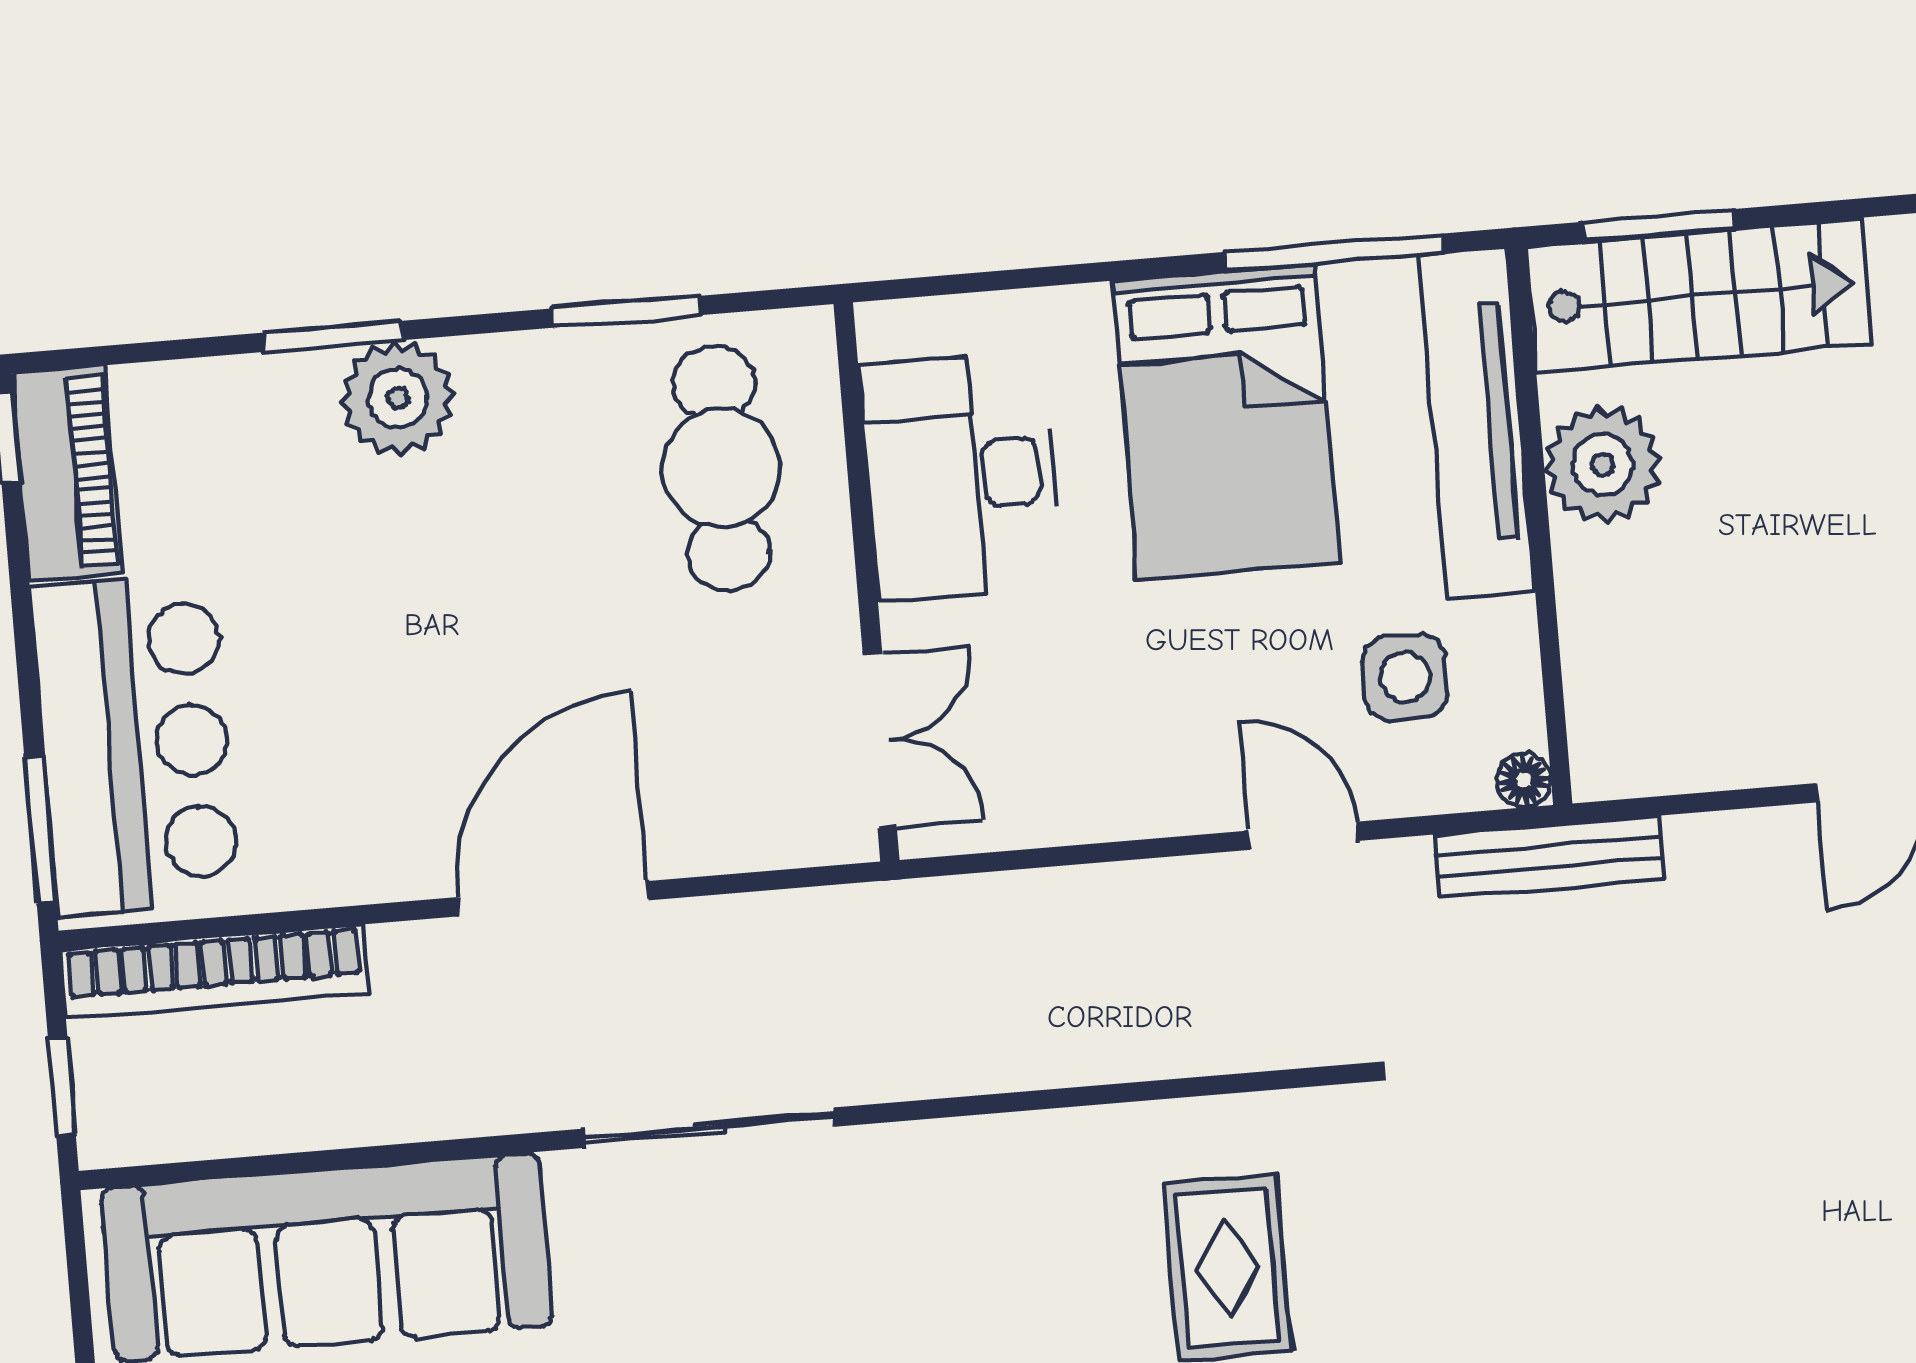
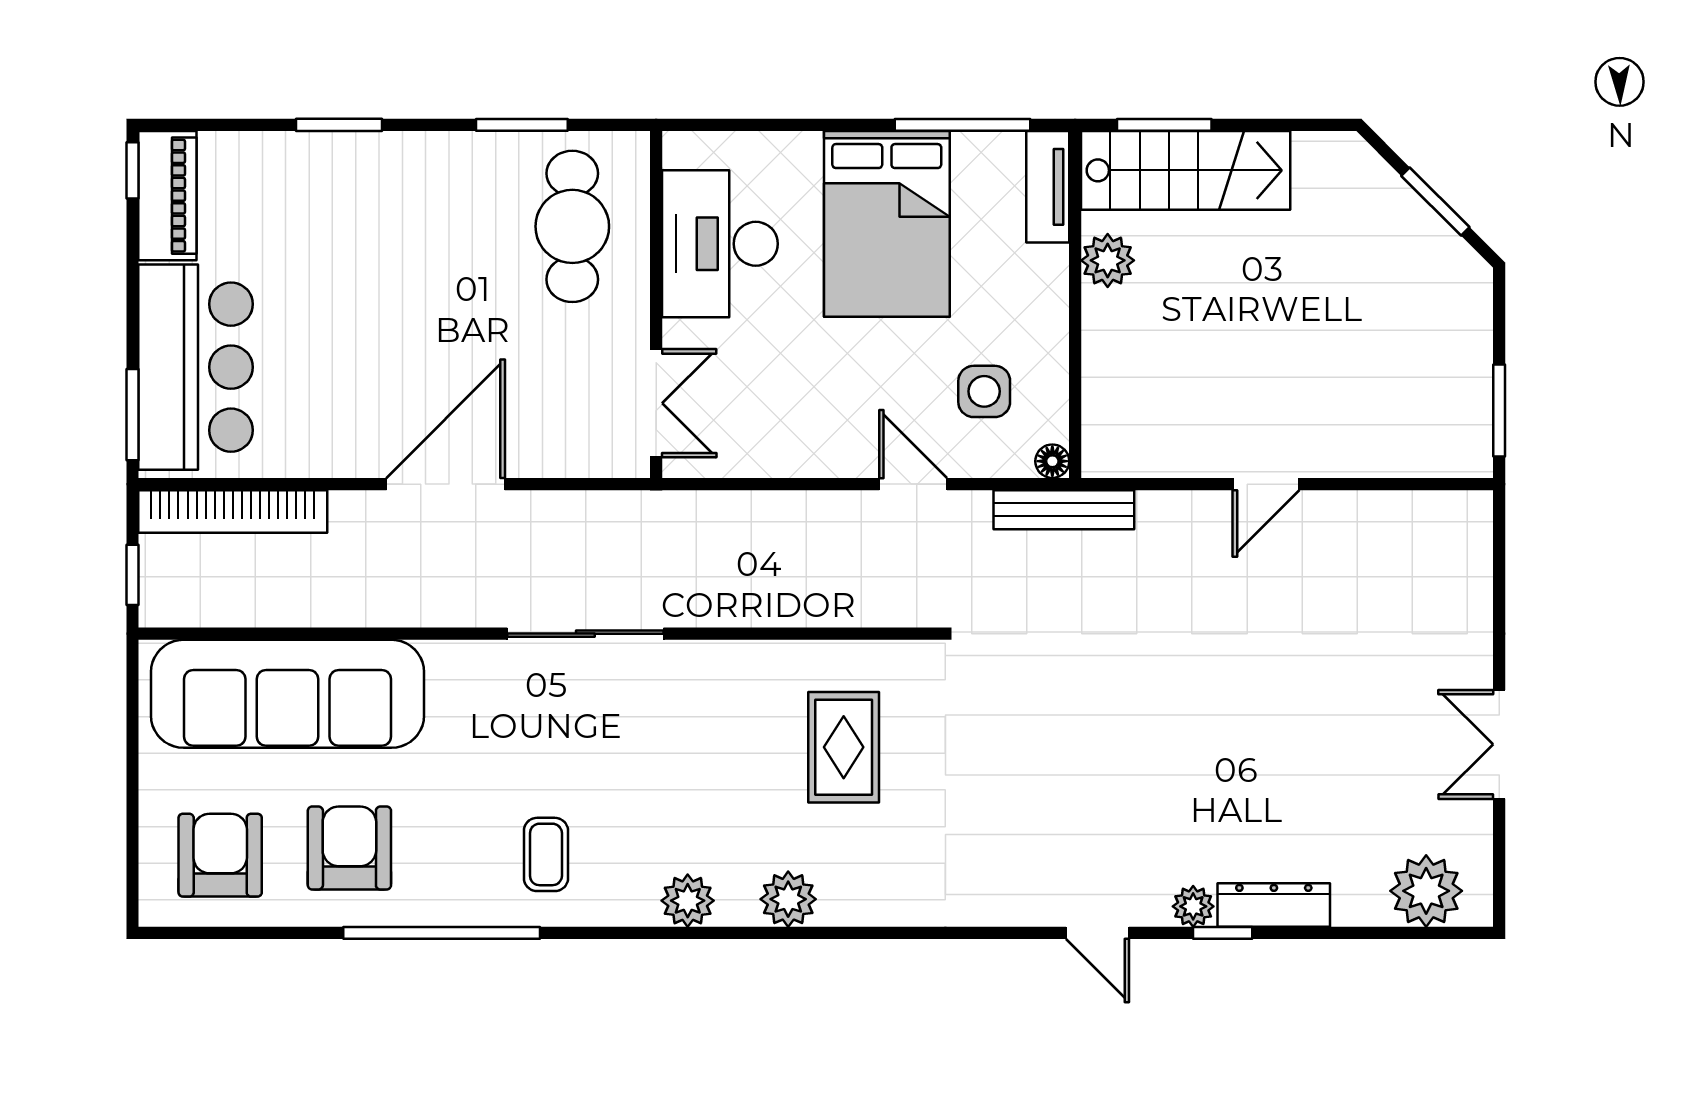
plant: (398, 398) -> (376, 166), removed
tv unit: (1477, 423) -> (1048, 187), width x0.52, depth x0.78
plant: (1602, 465) -> (1108, 260), width x0.73, depth x0.73
sliding door: (710, 1128) -> (585, 634), moved

